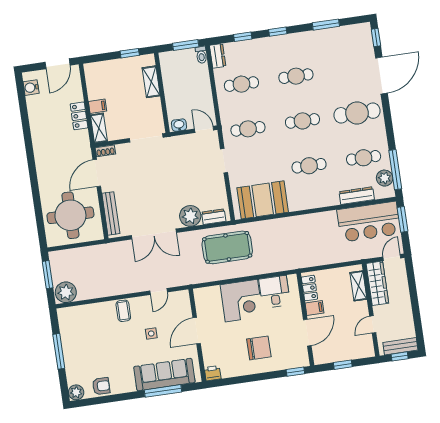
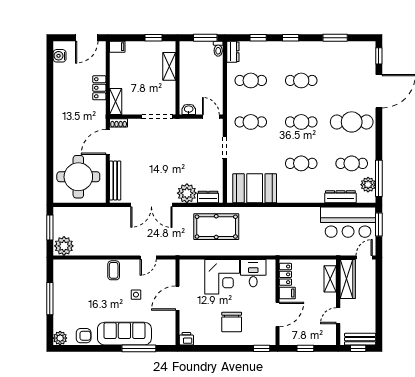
filing cabinet: (98, 106) -> (117, 47), moved
chair: (259, 348) -> (232, 322), turned 90
sofa: (164, 375) -> (124, 334), moved

